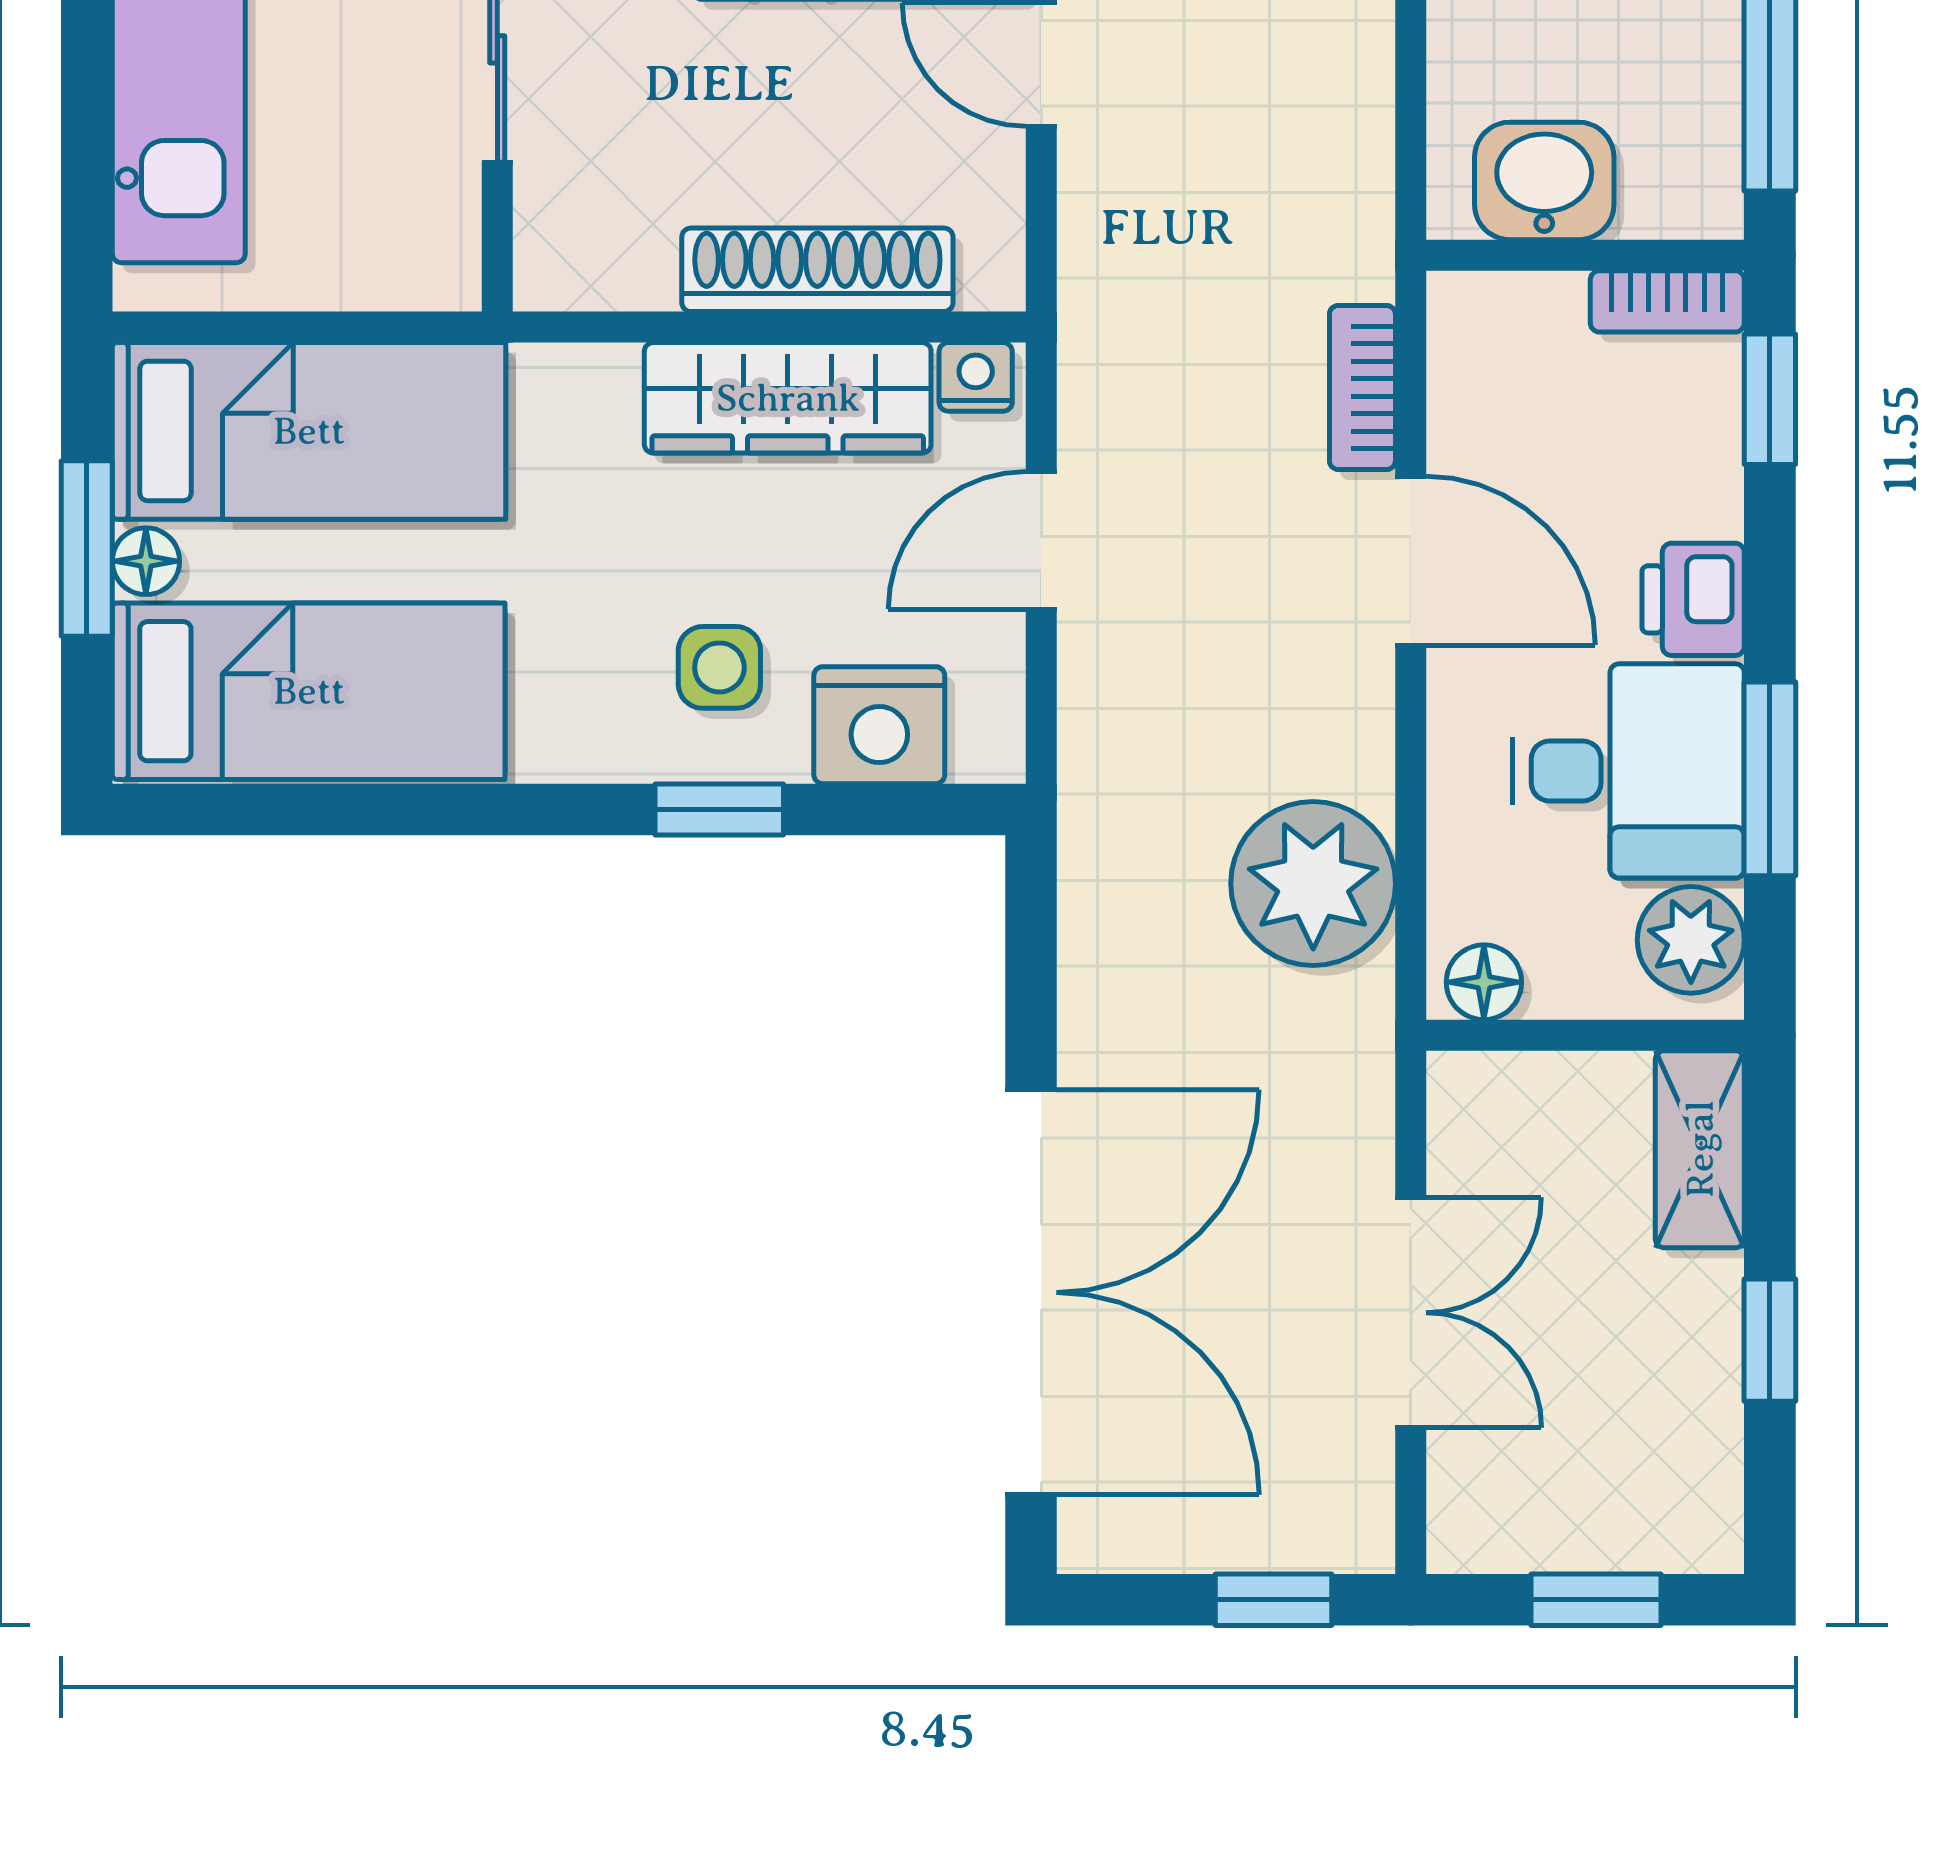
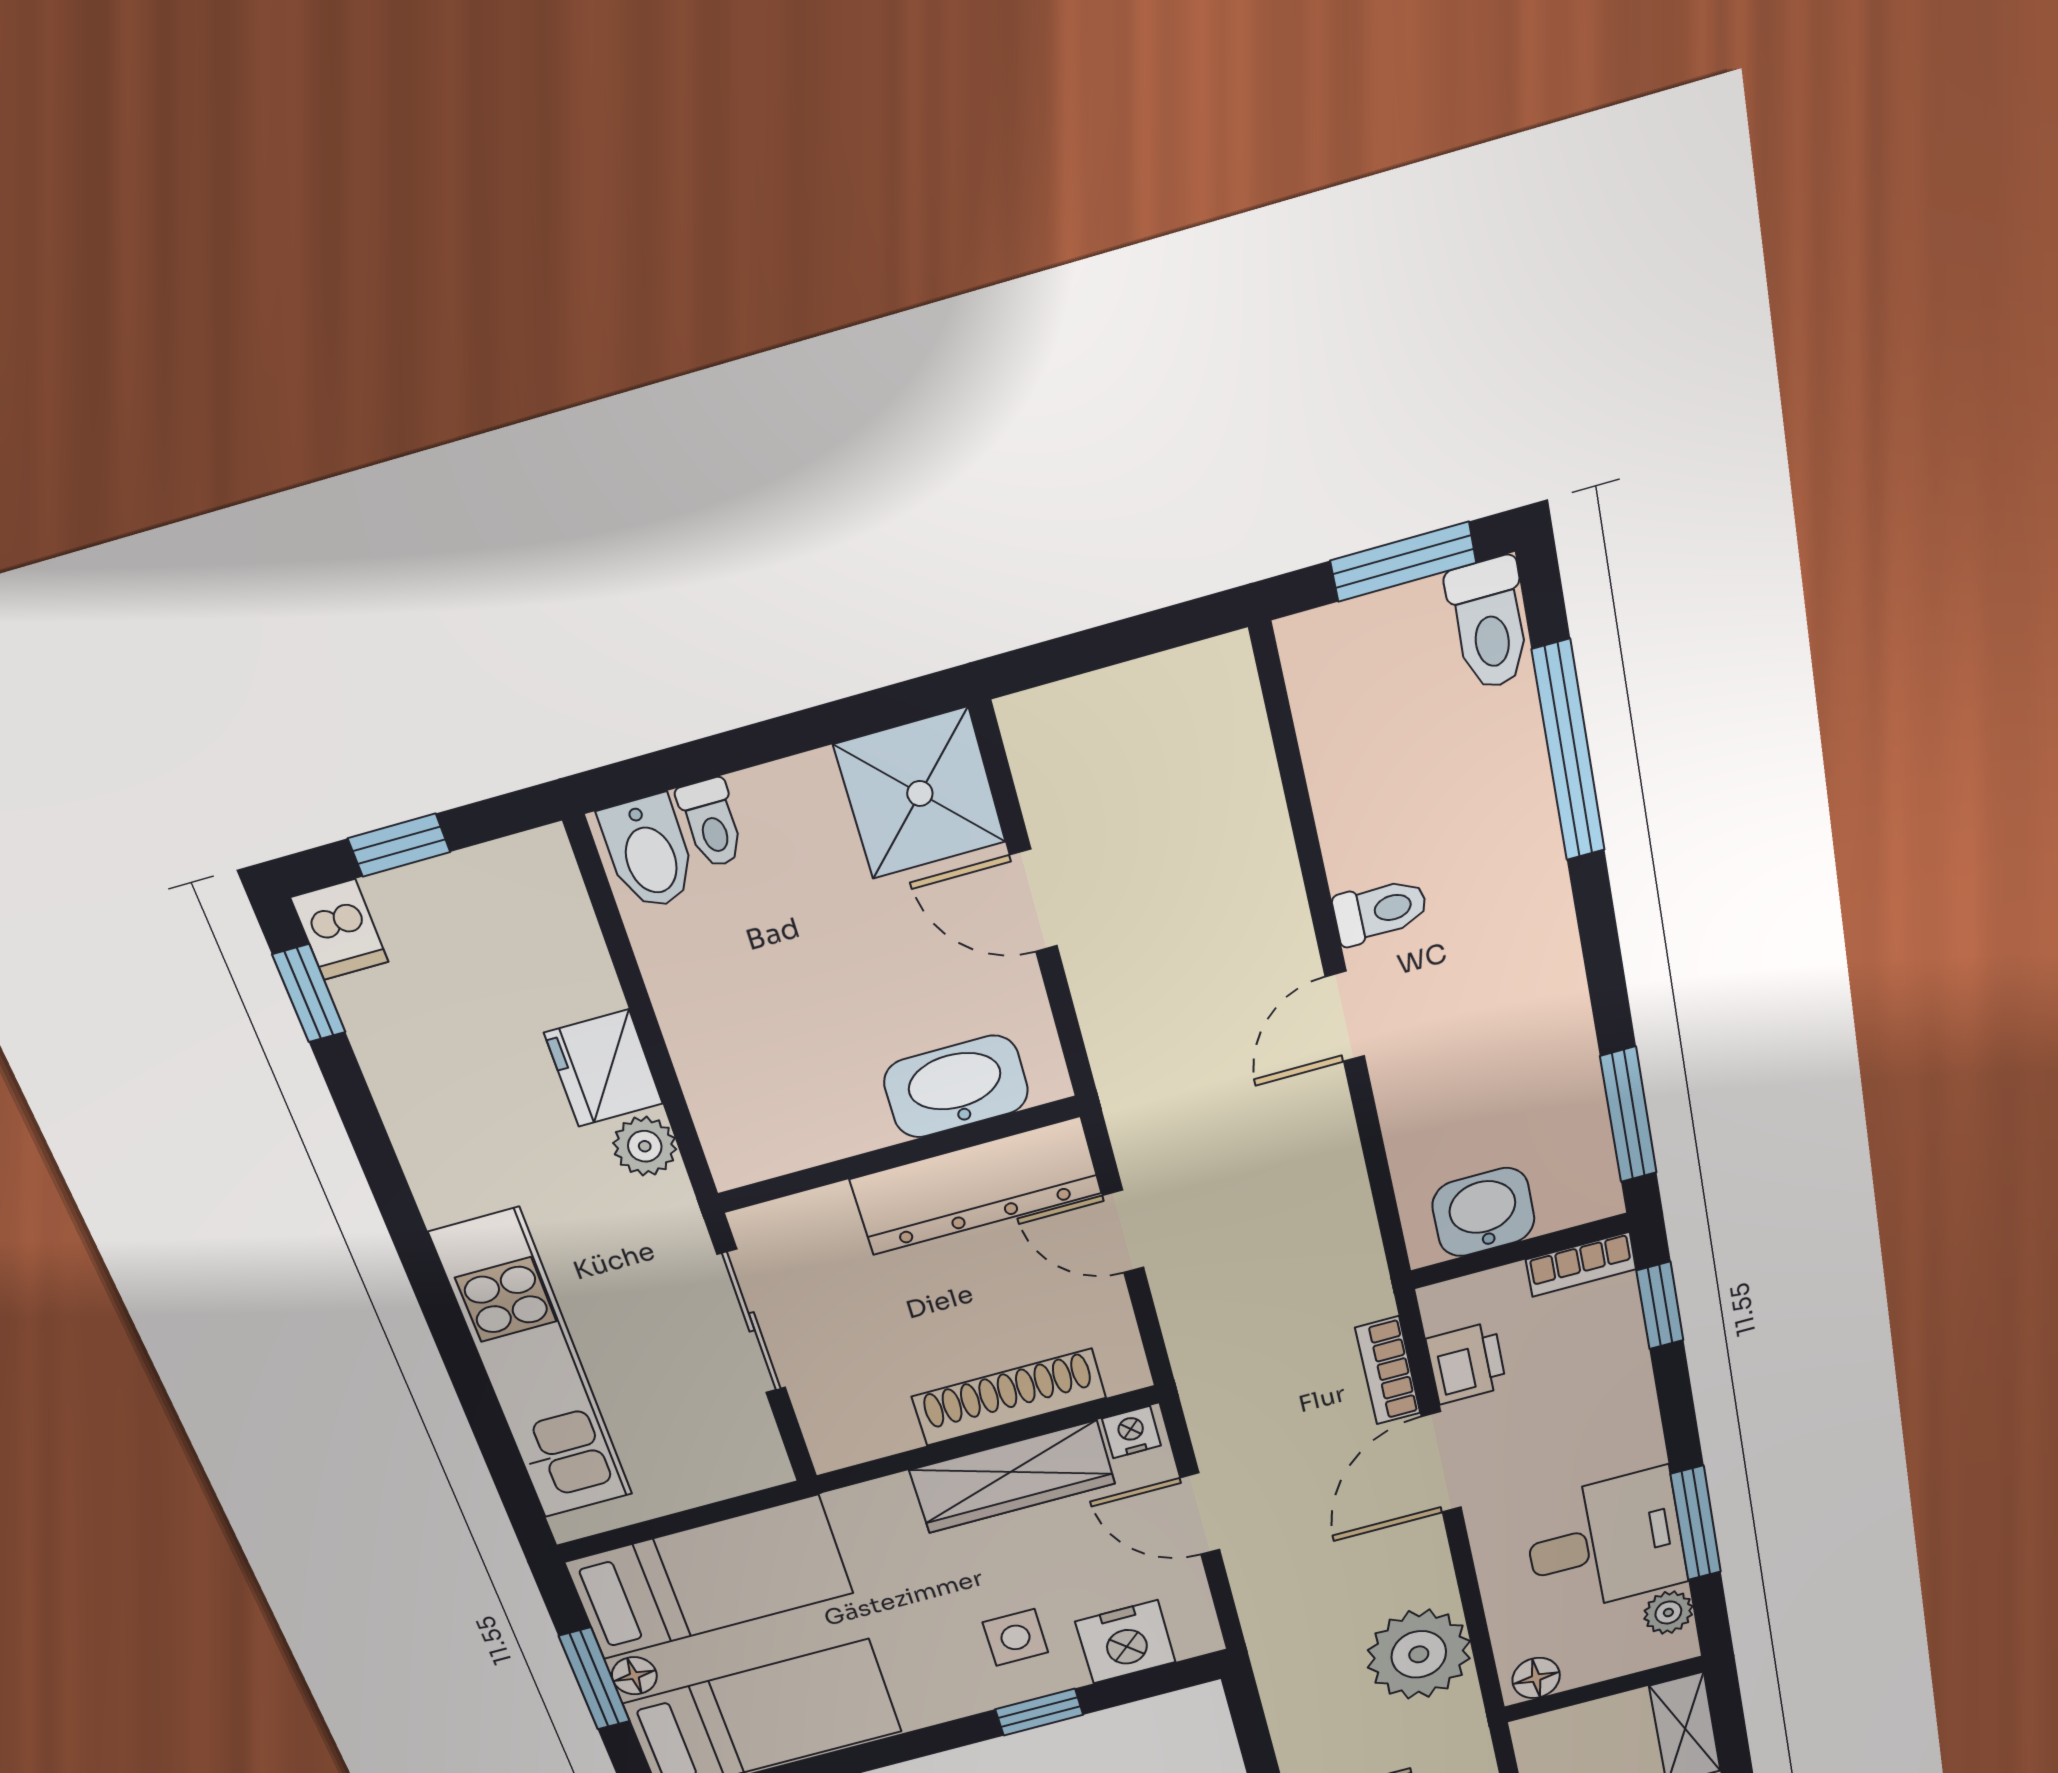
door: (1041, 540) -> (1200, 1514), hinge flipped
door: (1411, 561) -> (1441, 1462), swing flipped
printer: (1693, 599) -> (1466, 1363), moved, turned 180
plant: (1691, 940) -> (1668, 1613), width x0.73, depth x0.73

